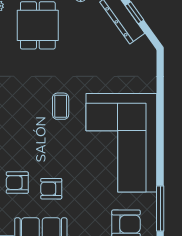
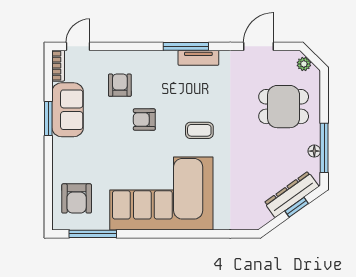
armchair: (51, 189) -> (144, 120), moved, turned -90

